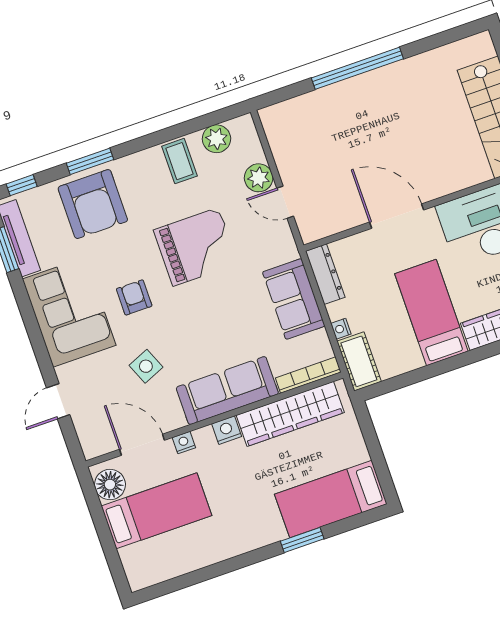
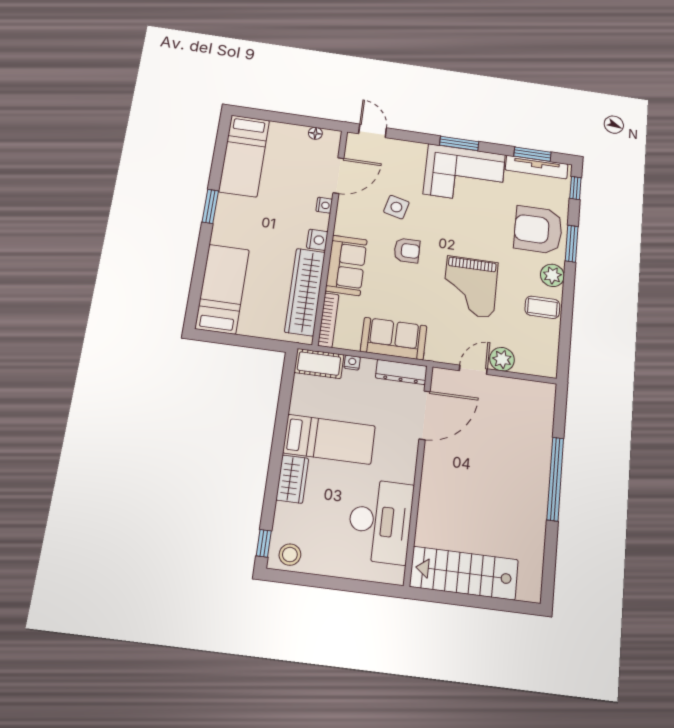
plant: (216, 139) -> (552, 275), moved
door: (397, 216) -> (425, 415), moved
armchair: (134, 297) -> (407, 250), moved
window: (35, 335) -> (459, 143), added
side table: (146, 366) -> (396, 207), turned 37
sofa: (227, 391) -> (346, 265), width x0.73
door: (58, 401) -> (373, 131), moved
floor lamp: (110, 485) -> (315, 133), width x0.53, depth x0.53
bed: (156, 511) -> (244, 156), moved
window: (302, 540) -> (210, 206), moved

